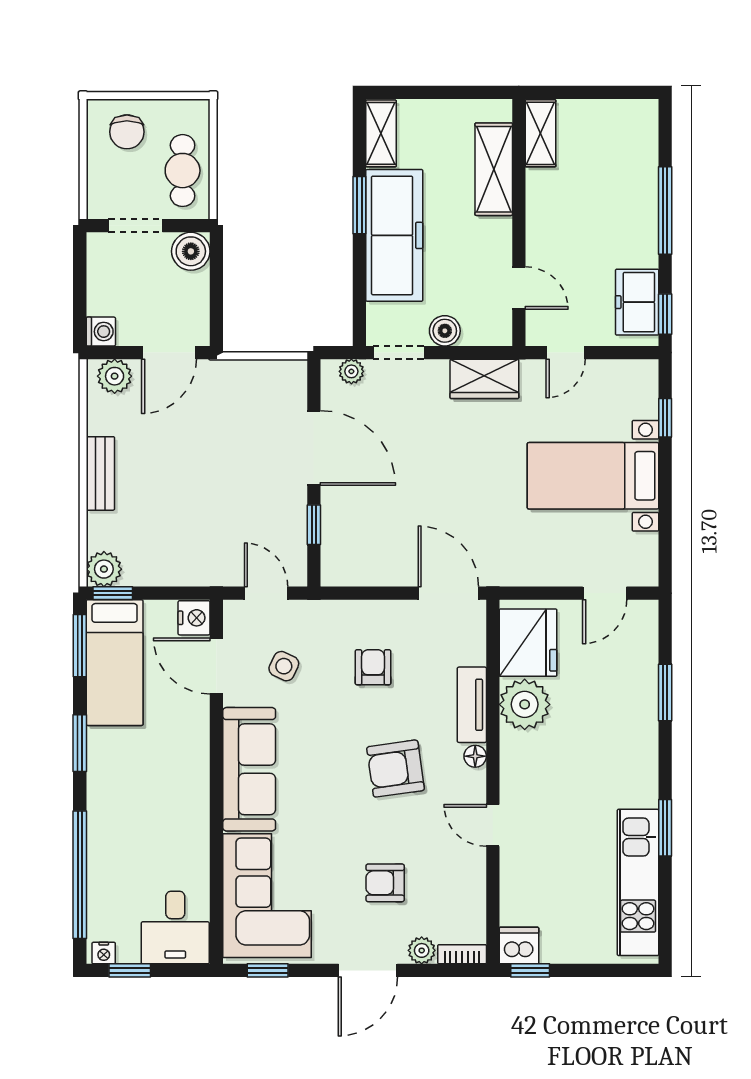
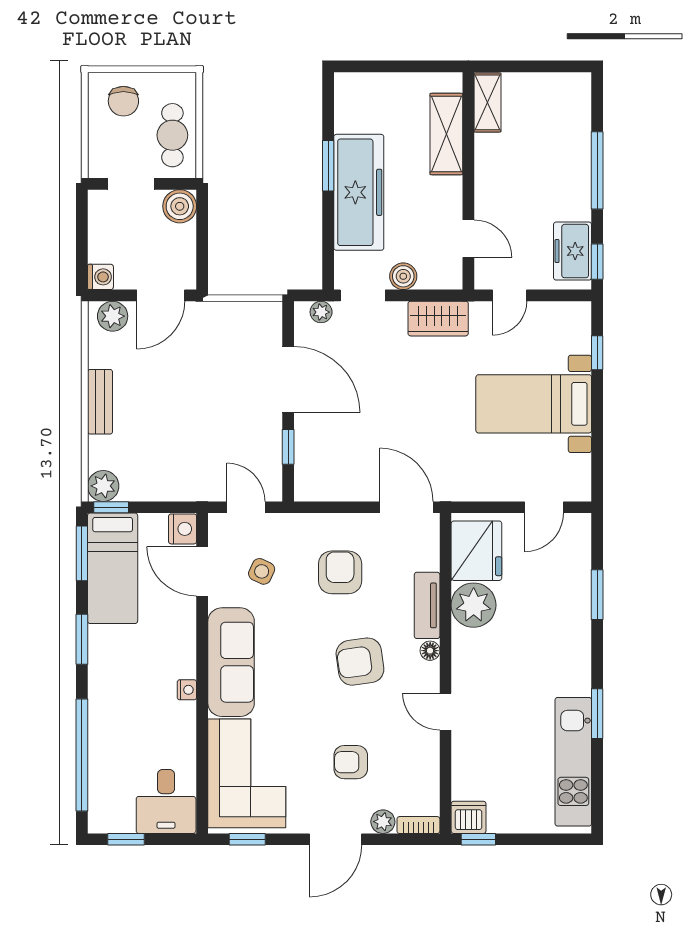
shelving: (381, 133) -> (347, 103), removed
armchair: (373, 667) -> (340, 572), width x1.38, depth x1.38
nightstand: (104, 953) -> (187, 690), moved, turned -90

